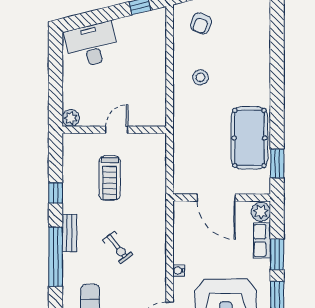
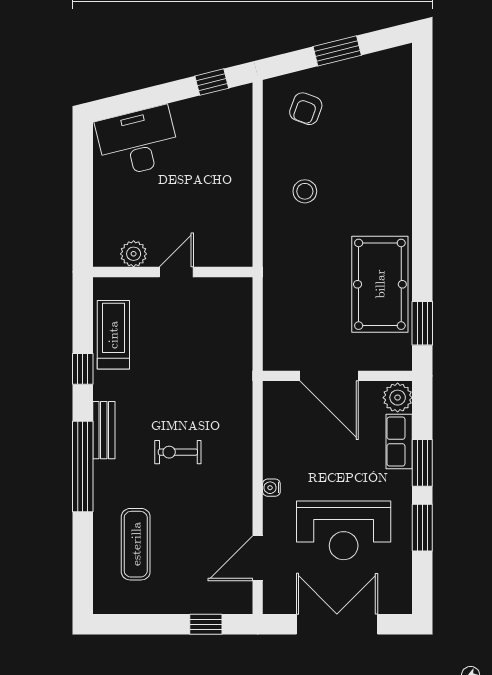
plant: (71, 118) -> (134, 254), moved
treadmill: (110, 178) -> (113, 335), moved, turned 180
exercise bike: (118, 247) -> (178, 452), turned 128

